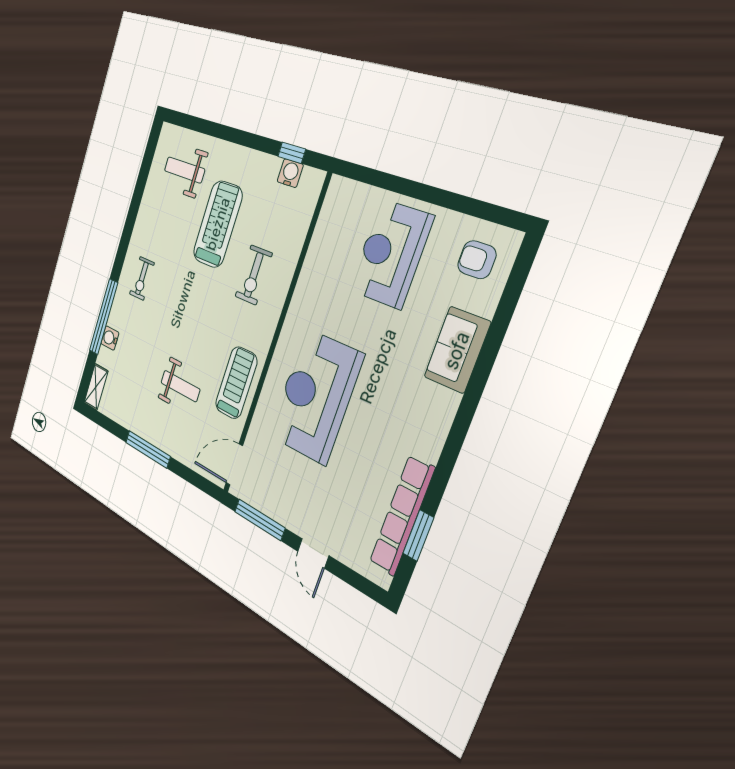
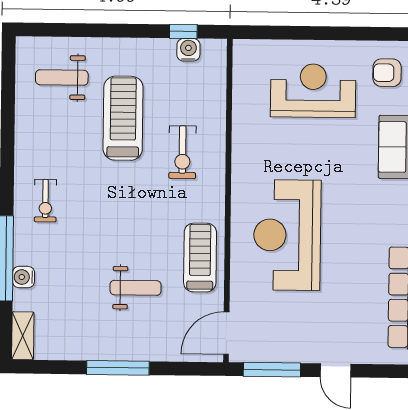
reception desk: (391, 254) -> (313, 91), turned 90

